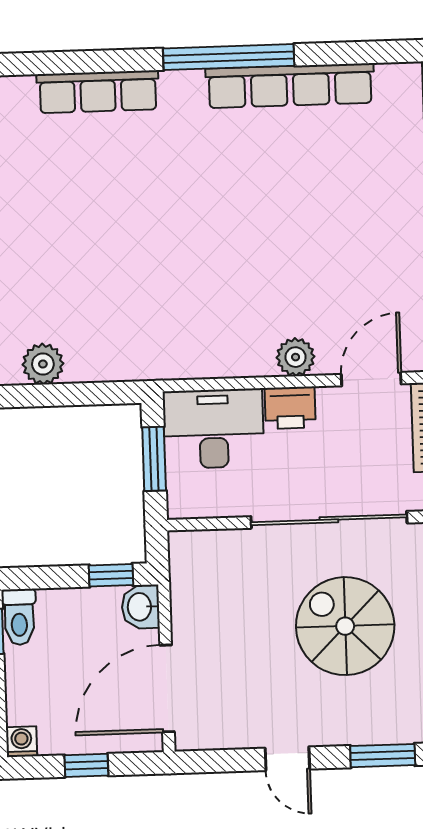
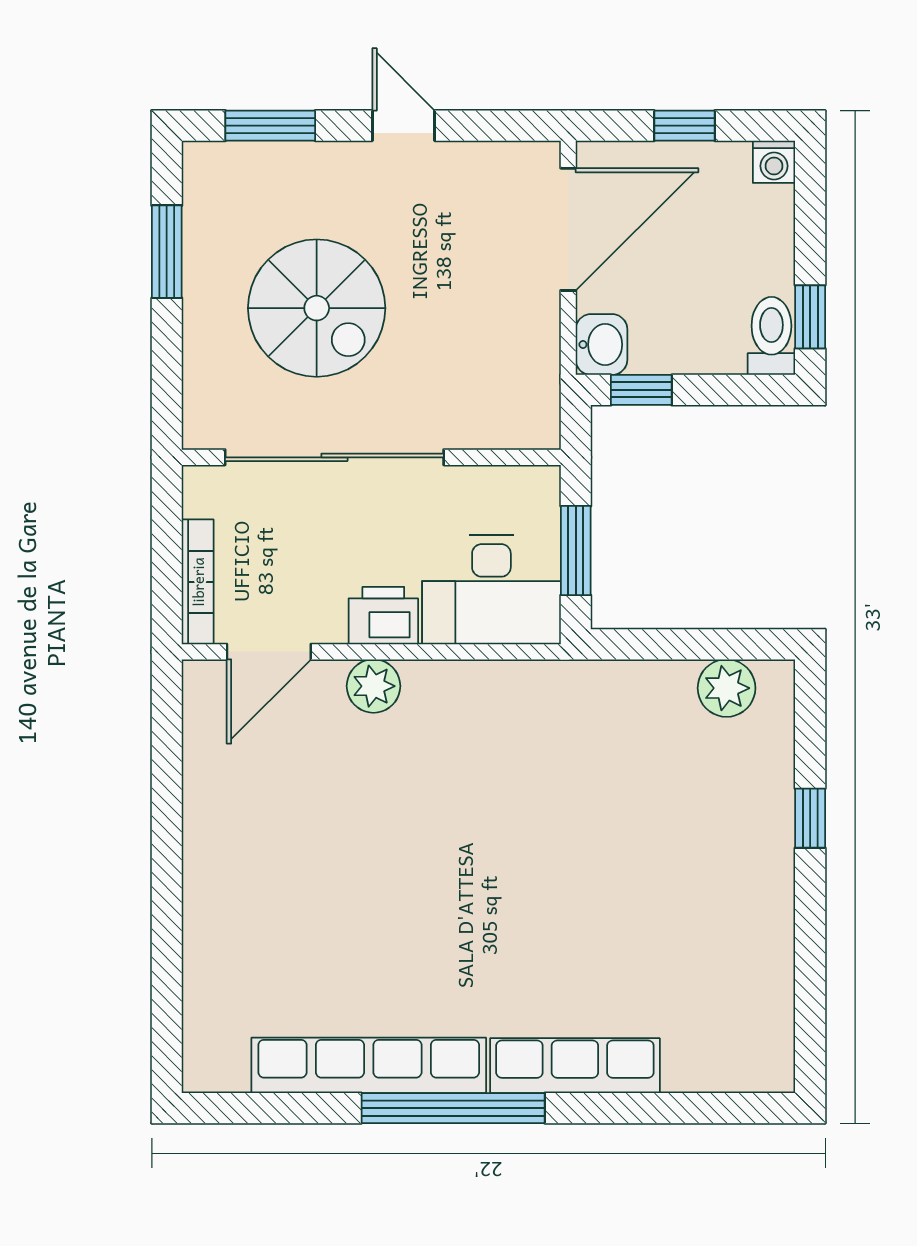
row of seats: (98, 92) -> (575, 1066), moved

